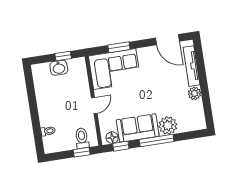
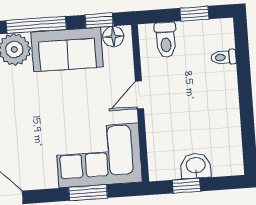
window: (82, 152) -> (195, 14), moved

